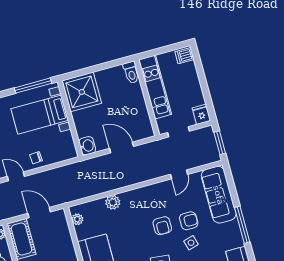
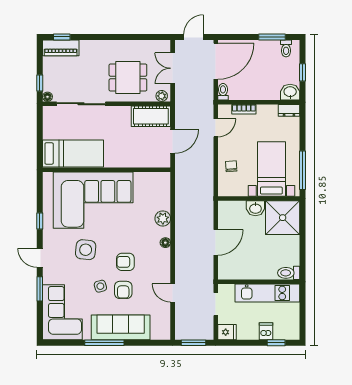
dishwasher: (184, 56) -> (266, 331), moved
window: (199, 66) -> (276, 343), added
washbasin: (87, 146) -> (255, 208), moved
chair: (36, 158) -> (231, 166), moved
floor lamp: (134, 194) -> (165, 243), added
sofa: (219, 195) -> (121, 327), moved
plant: (77, 219) -> (156, 178), removed

